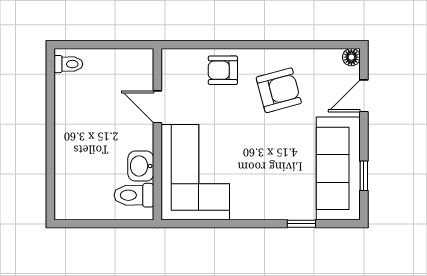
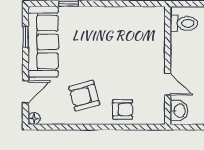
washbasin: (141, 166) -> (179, 111), moved
corner sofa: (195, 172) -> (142, 39), removed

